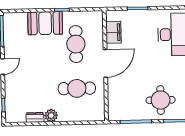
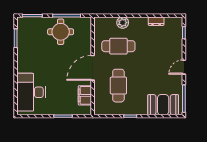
booth: (45, 23) -> (163, 105), moved
round table: (161, 100) -> (61, 32), moved
plant: (51, 115) -> (123, 23), moved

